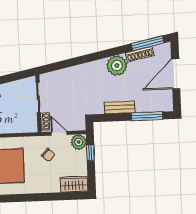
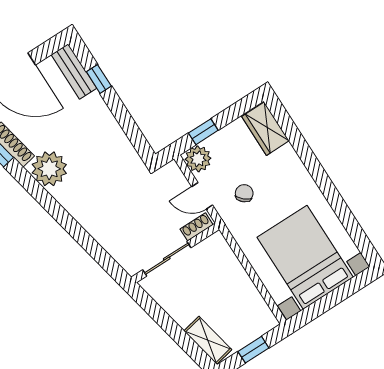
bench: (120, 108) -> (74, 72), moved
window: (147, 116) -> (99, 79), width x0.46
door: (59, 133) -> (202, 196), hinge flipped

